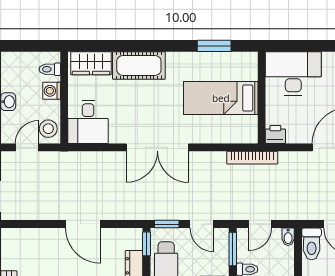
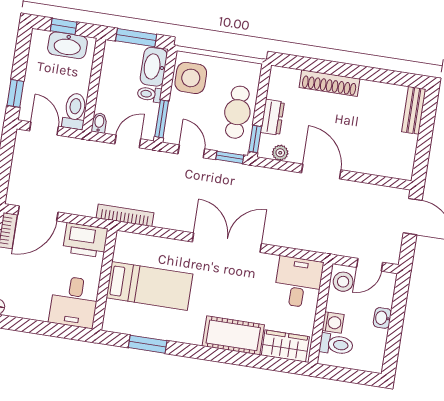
toilet: (50, 69) -> (336, 344), width x1.37, depth x1.39
desk: (293, 73) -> (74, 302), width x0.73
printer: (275, 134) -> (85, 240), width x1.87, depth x1.48
plant: (122, 235) -> (280, 153), added

